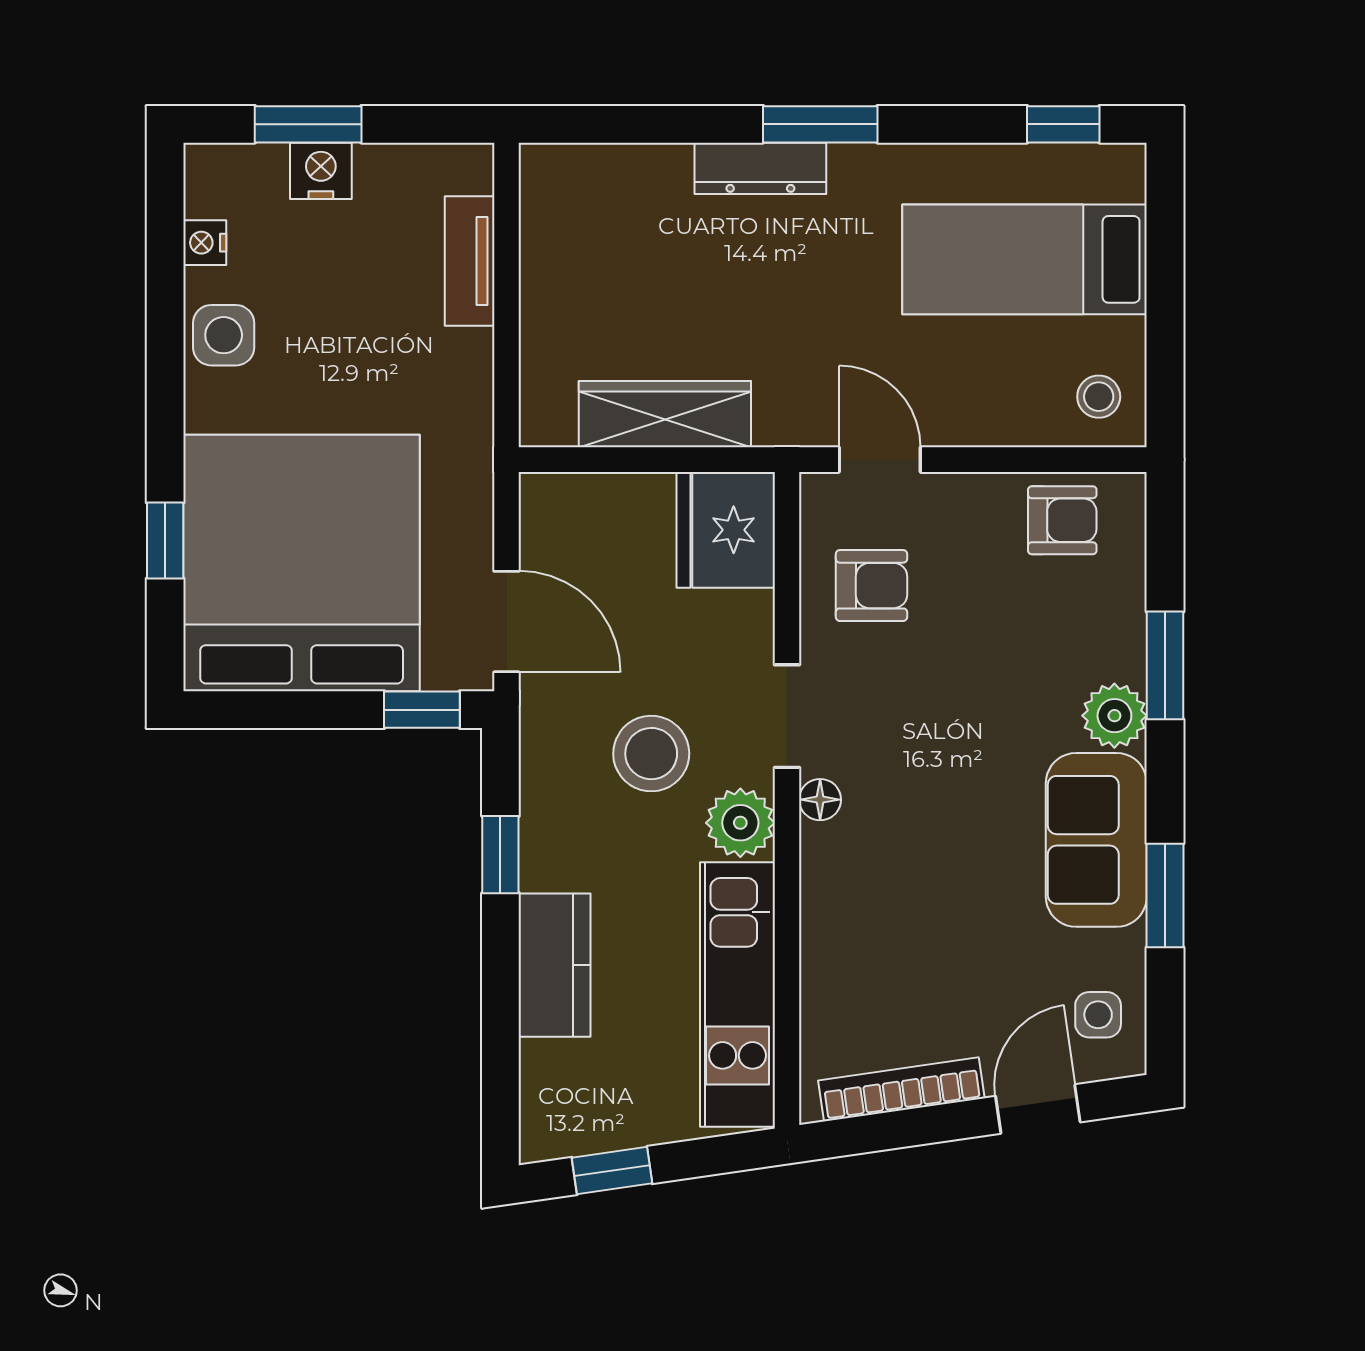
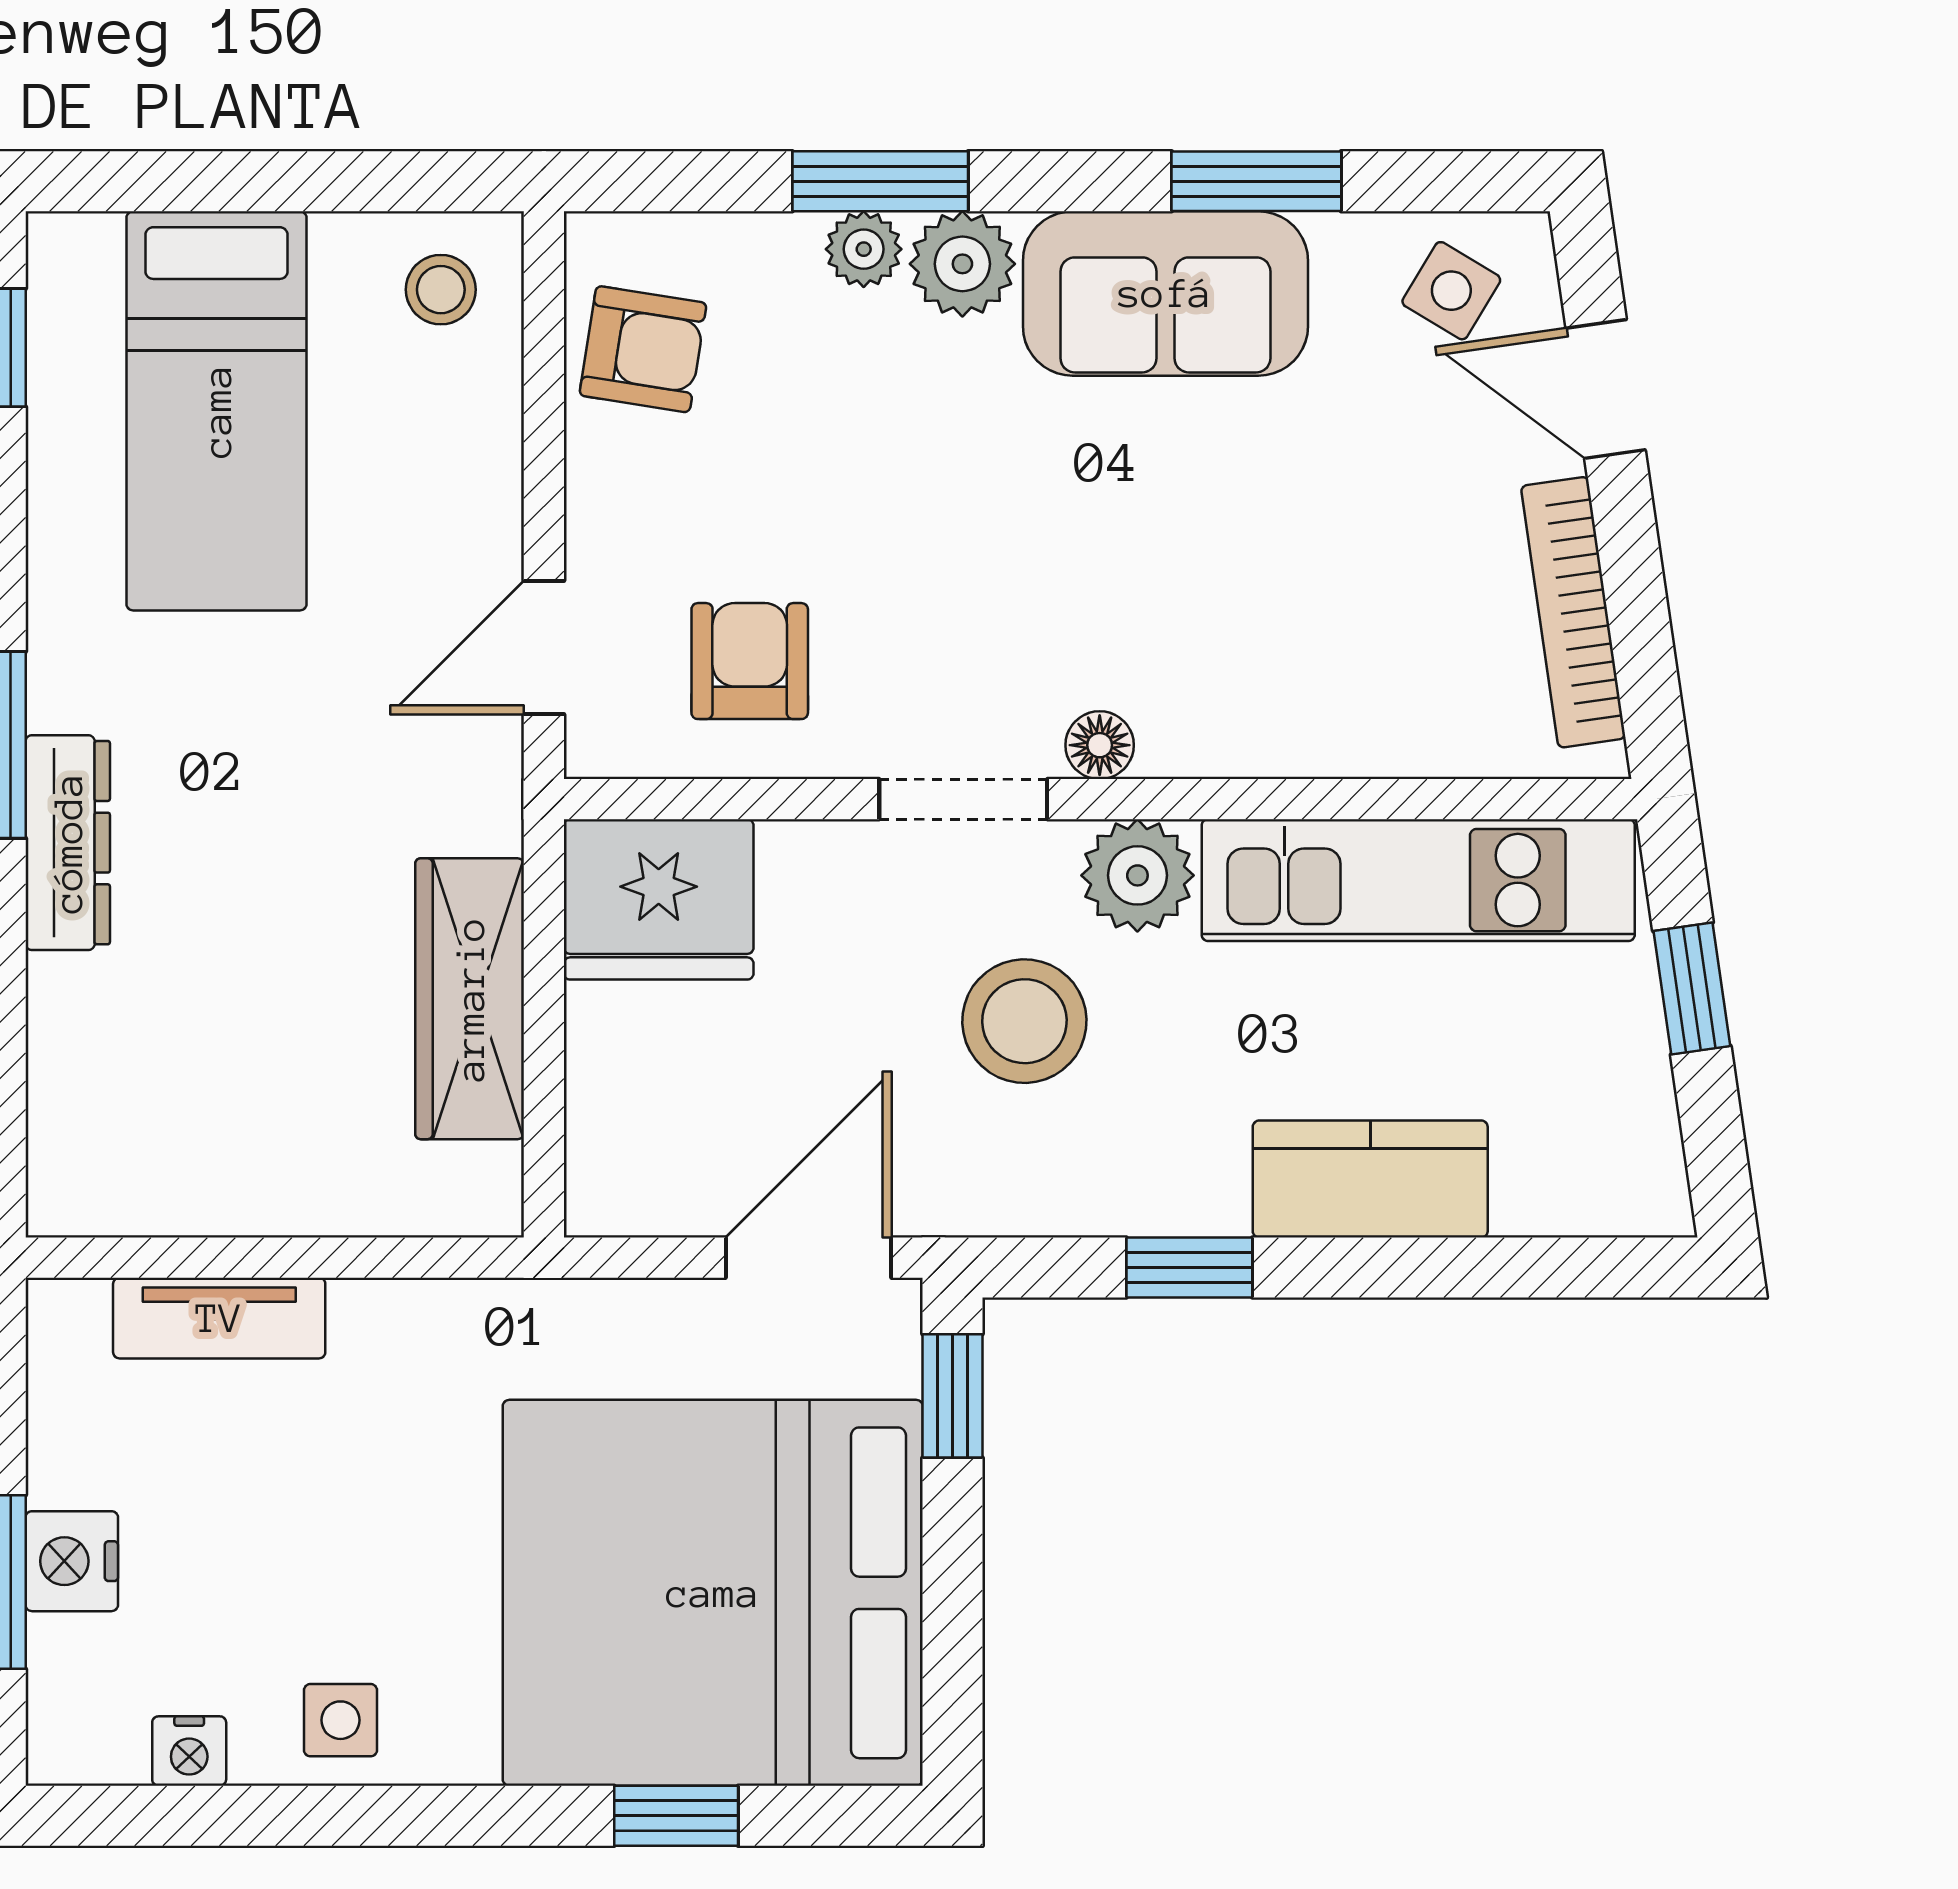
side table: (224, 335) -> (340, 1720), width x0.73, depth x0.73
armchair: (1062, 520) -> (643, 349), turned 99
plant: (1123, 655) -> (864, 249), added
side table: (1098, 1015) -> (1451, 291), turned 31
window: (612, 1170) -> (1692, 989), moved

